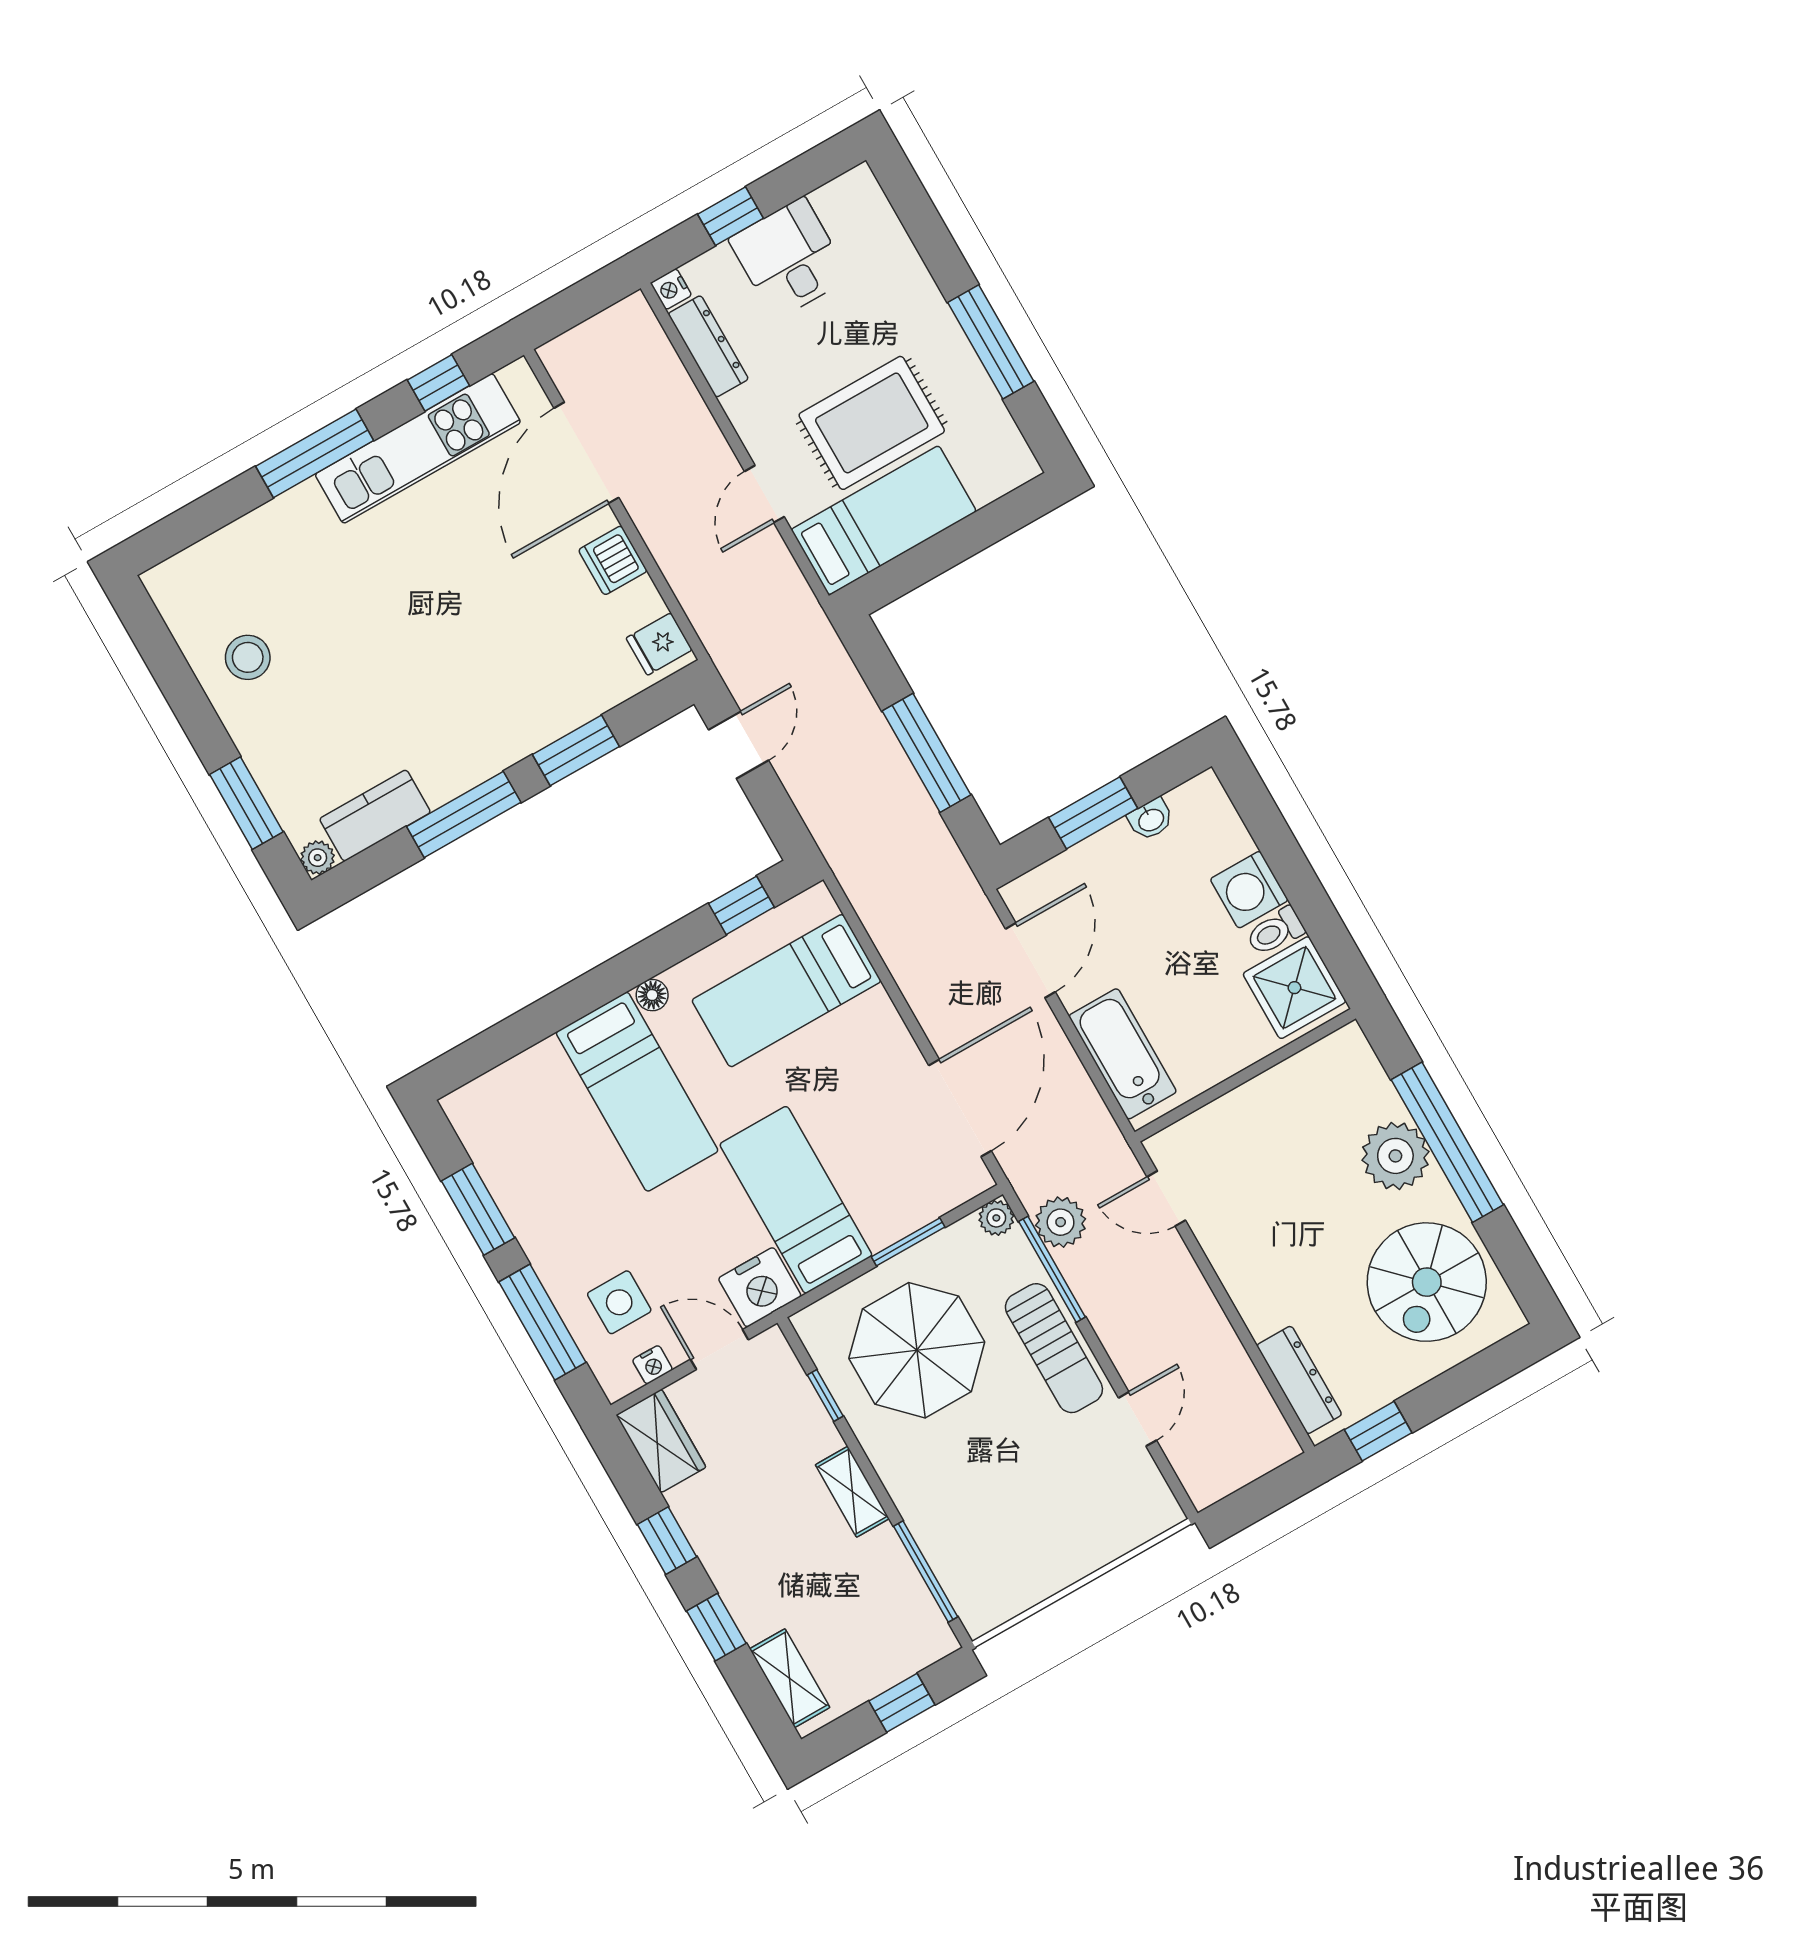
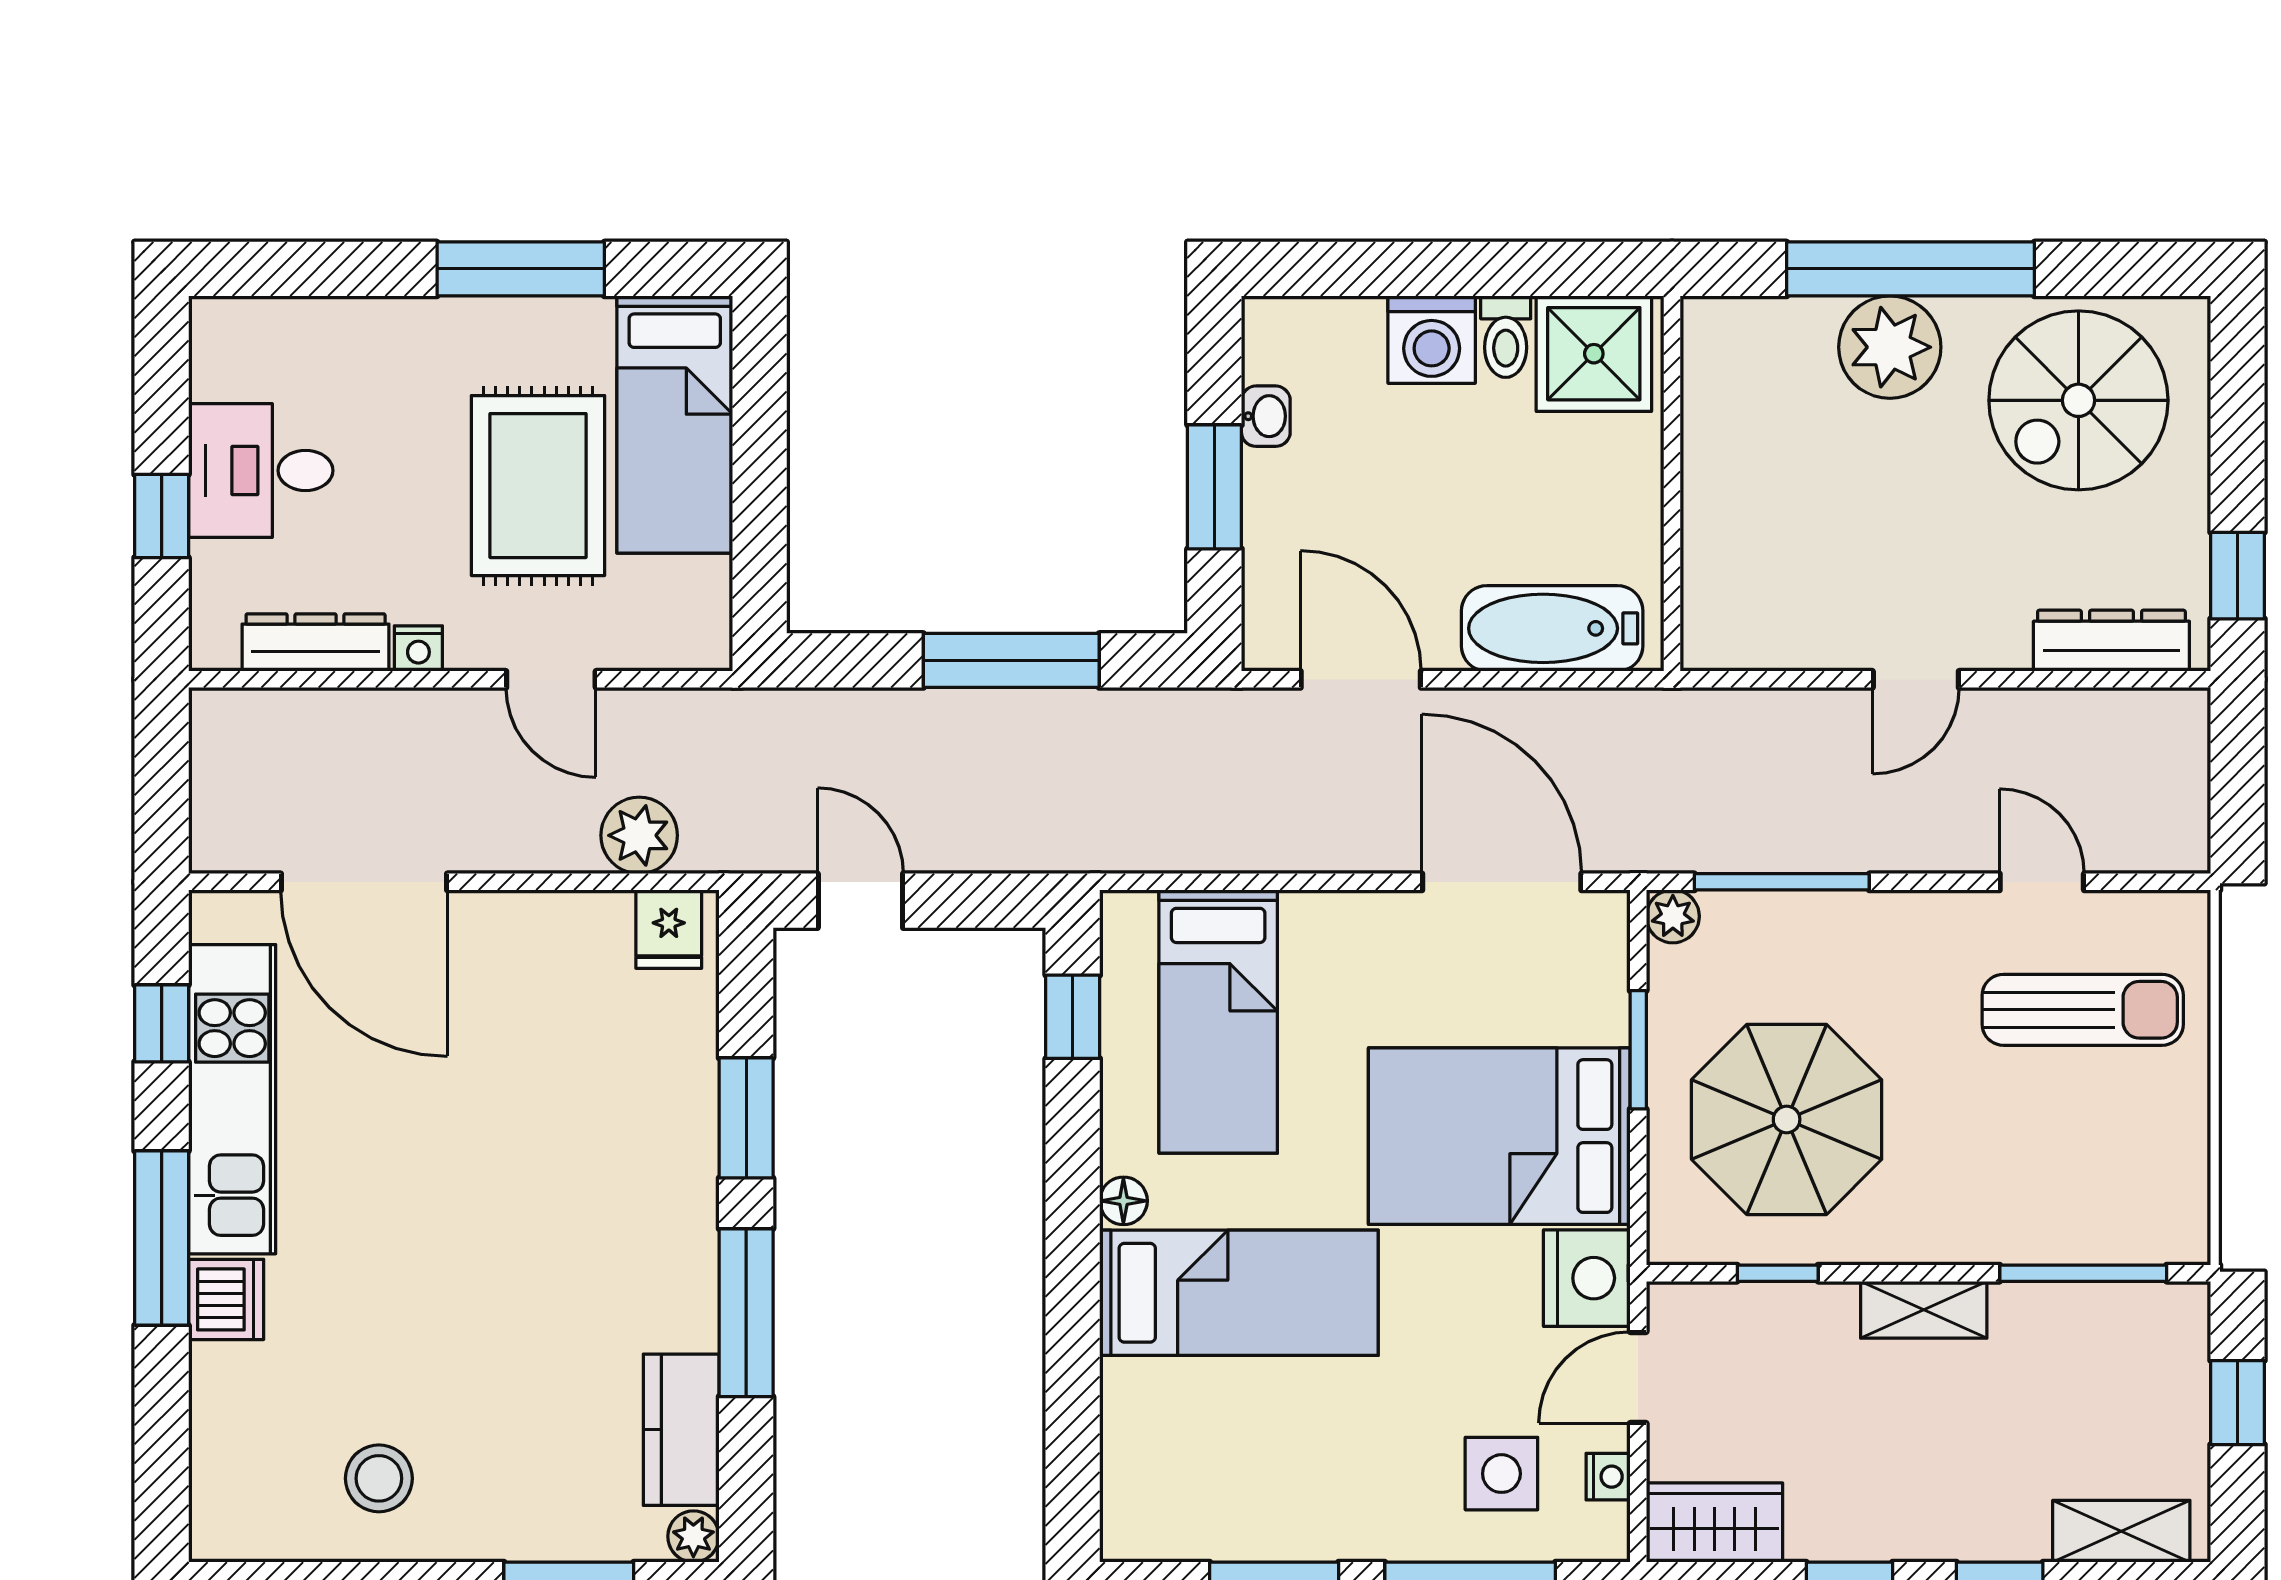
nightstand: (671, 289) -> (418, 648), moved
bed: (884, 520) -> (675, 425), moved, turned 180
dishwasher: (613, 560) -> (226, 1299), moved, turned -90
door: (1166, 1199) -> (1916, 679), moved
bed: (796, 1200) -> (1499, 1136), width x1.50
plant: (1061, 1222) -> (639, 835), moved
spiral stairs: (1427, 1282) -> (2078, 400), turned 90
sun lounger: (1054, 1348) -> (2083, 1010), moved

